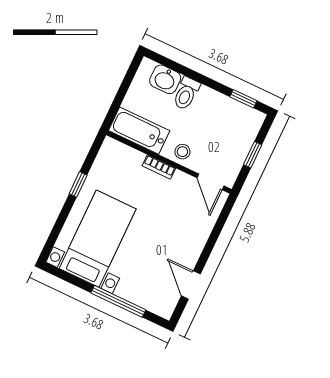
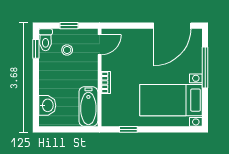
toilet: (186, 93) -> (46, 40), moved, turned 90
stool: (182, 152) -> (67, 50), moved
window: (78, 184) -> (128, 129), moved
door: (191, 285) -> (172, 26), width x1.88

